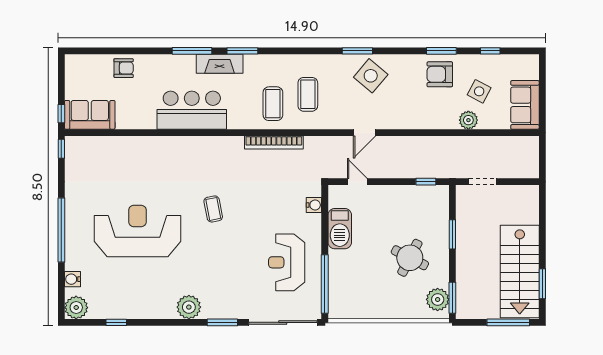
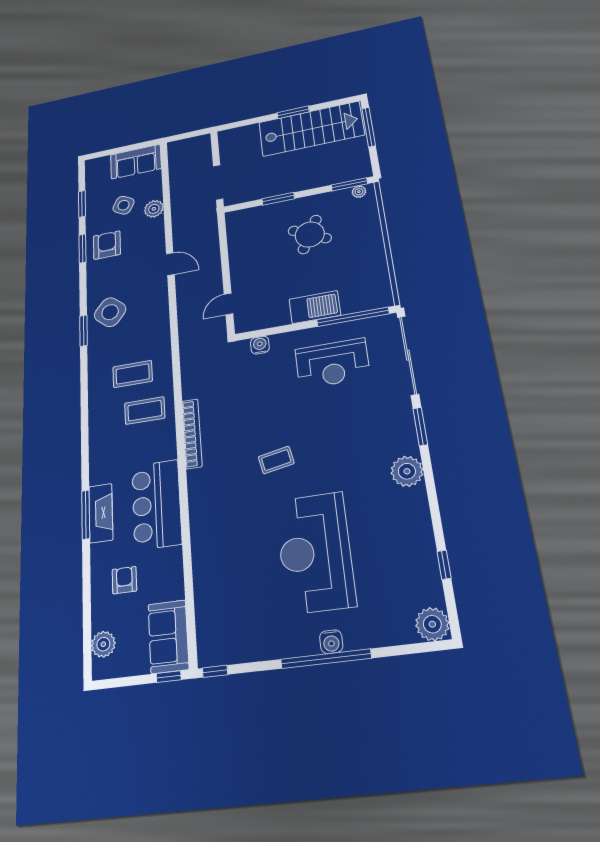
window: (242, 51) -> (85, 455), removed
window: (490, 51) -> (82, 204), width x1.50
plant: (90, 64) -> (103, 644), added
fireplace: (220, 64) -> (101, 513), moved
armchair: (124, 68) -> (124, 580), moved
armchair: (440, 74) -> (107, 245), turned 180
door: (364, 133) -> (170, 264), moved
bookcase: (274, 143) -> (192, 434), moved
window: (426, 182) -> (223, 236), removed
doorway: (483, 182) -> (218, 182), width x1.38
barbecue: (340, 229) -> (315, 307), moved
water cooler: (72, 279) -> (331, 642), moved
window: (542, 284) -> (293, 112), moved
plant: (438, 299) -> (359, 192), width x0.53, depth x0.53

